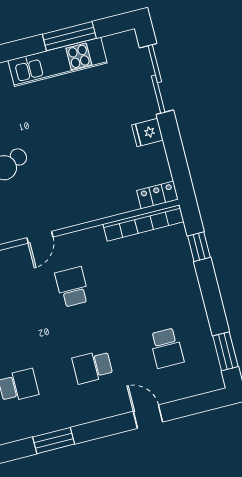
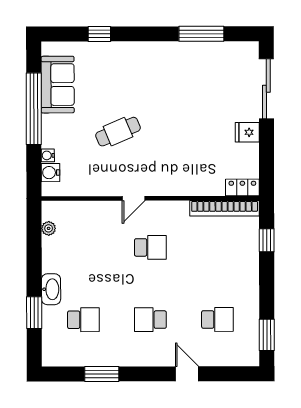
kitchen unit: (58, 62) -> (186, 53), removed
school desk: (72, 287) -> (150, 247), turned 90
school desk: (167, 348) -> (217, 319), turned -90

